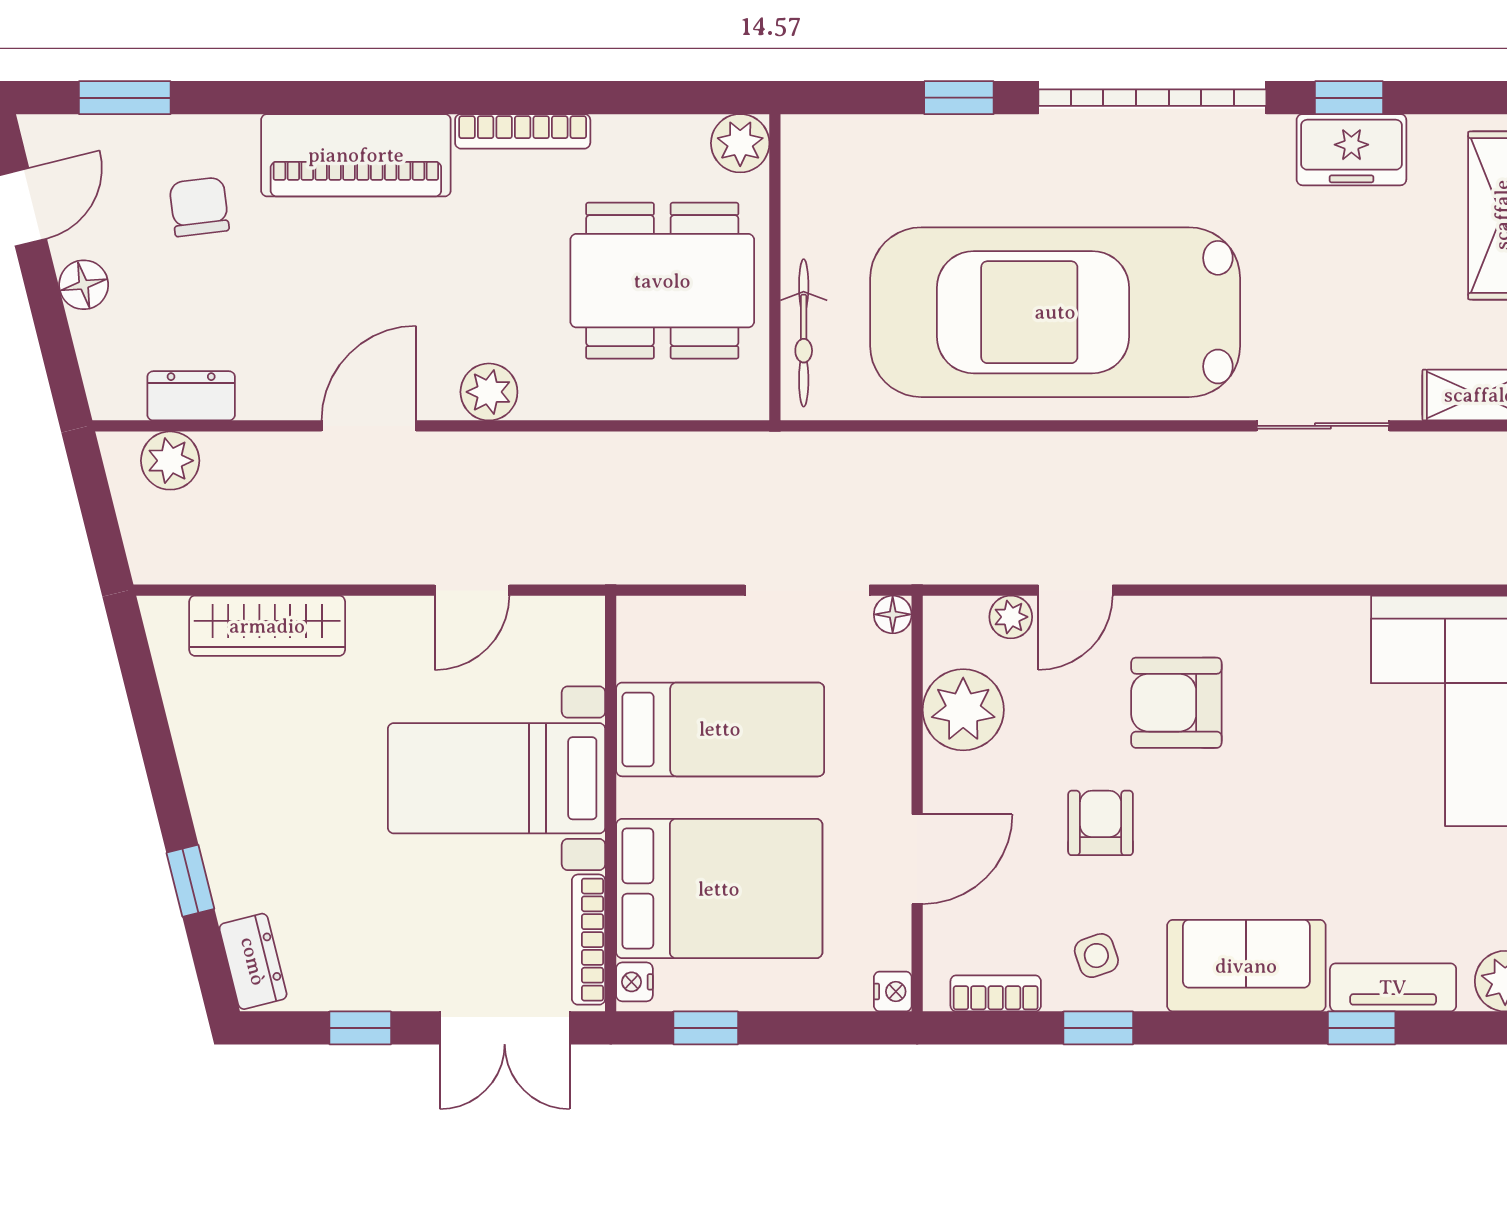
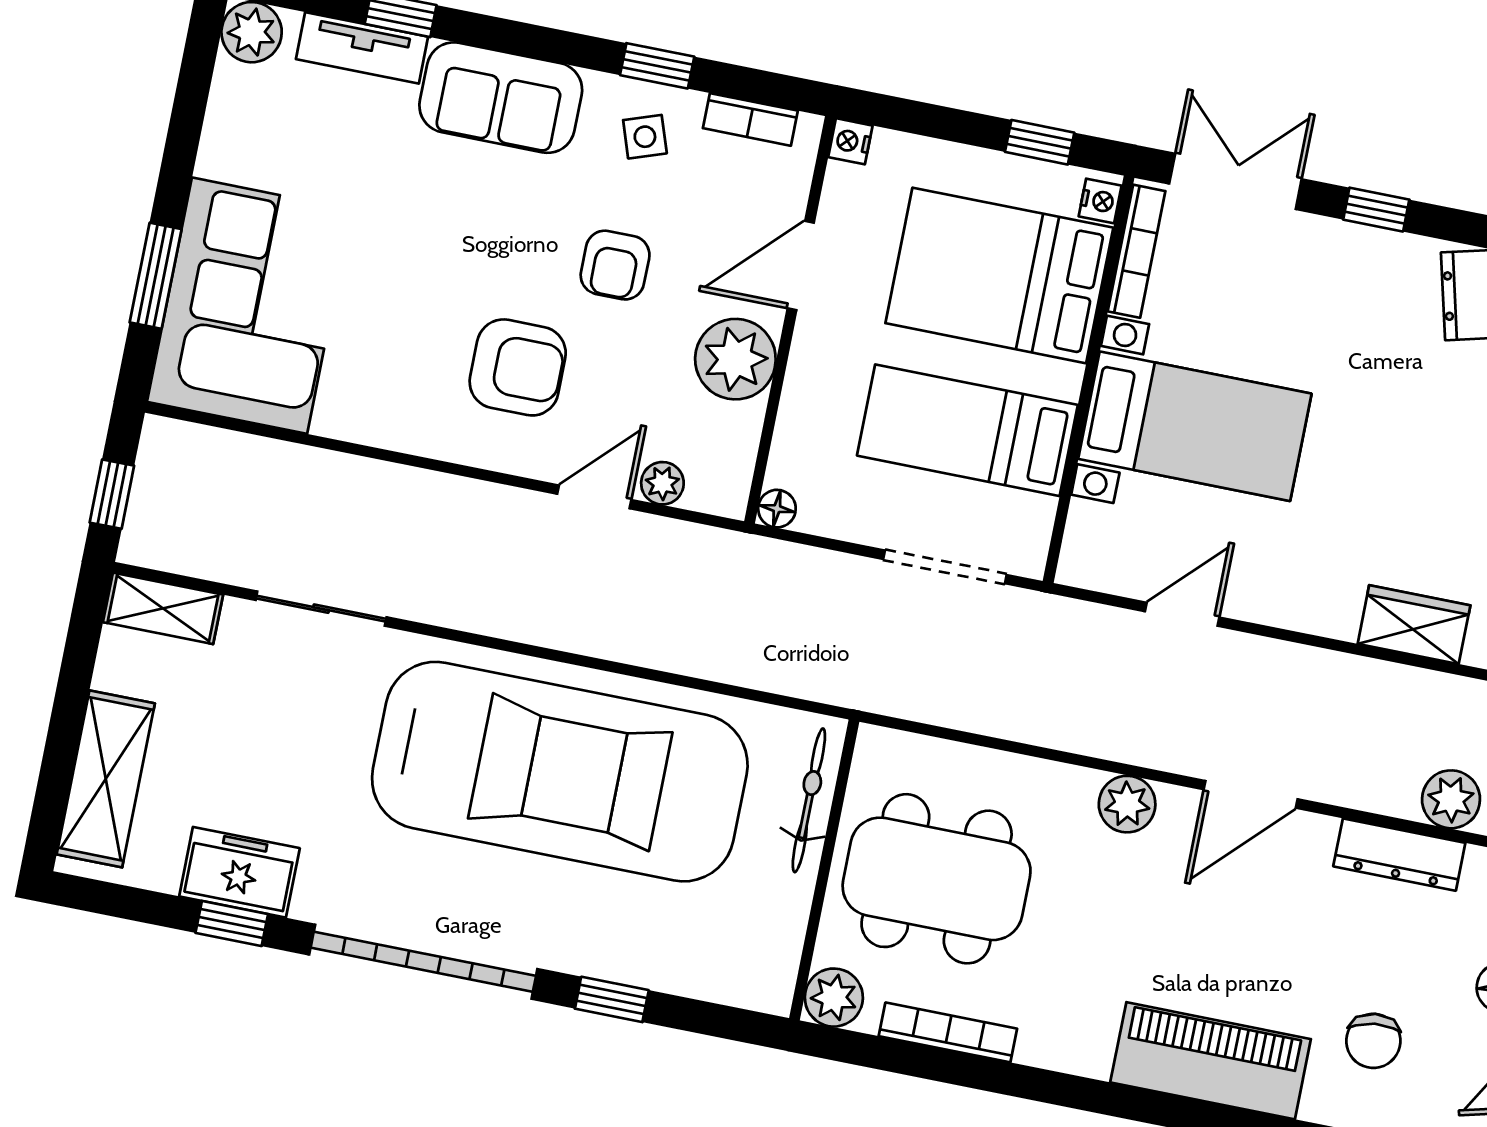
bookcase: (523, 131) -> (948, 1032), moved
dresser: (191, 396) -> (1399, 855), width x1.44
doorway: (807, 590) -> (945, 567), moved
wardrobe: (267, 626) -> (1414, 625), width x0.67
plant: (963, 710) -> (735, 359), moved

